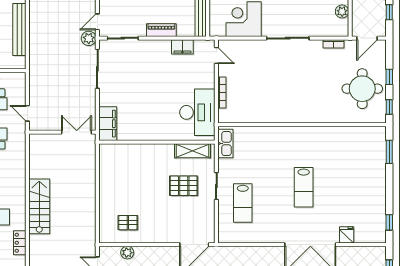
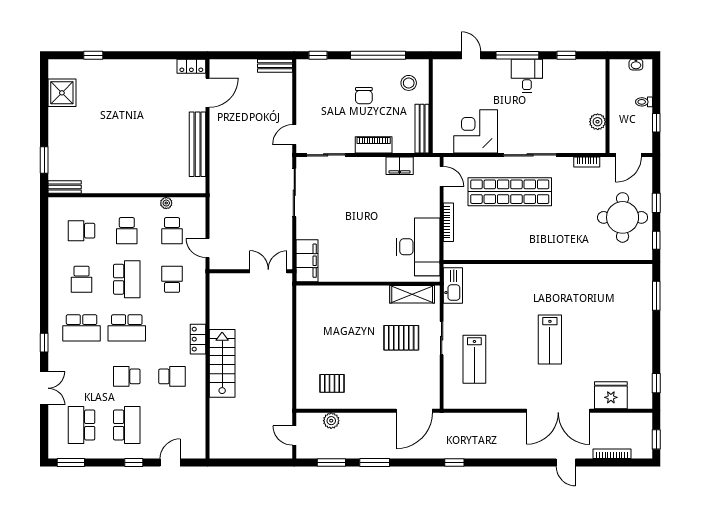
plant: (89, 38) -> (283, 155), removed
shop shelf: (271, 68) -> (510, 192), added
fridge: (347, 235) -> (611, 395), width x1.88, depth x1.34
locker: (20, 243) -> (198, 339), moved

